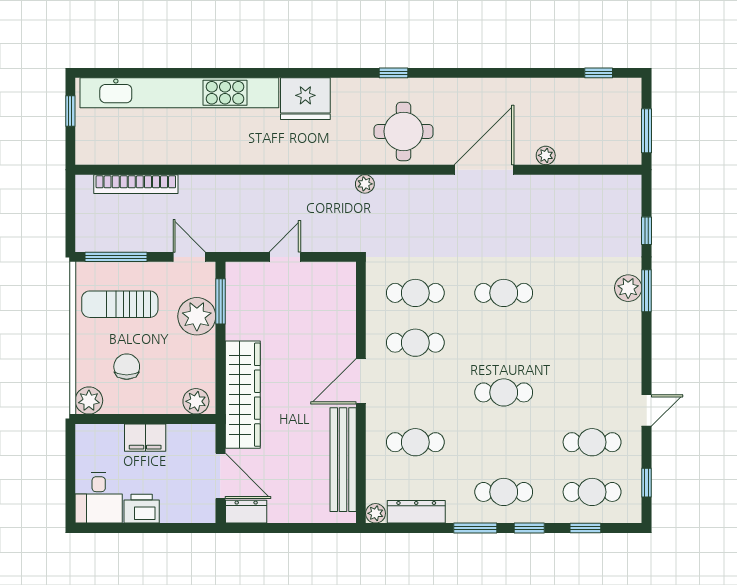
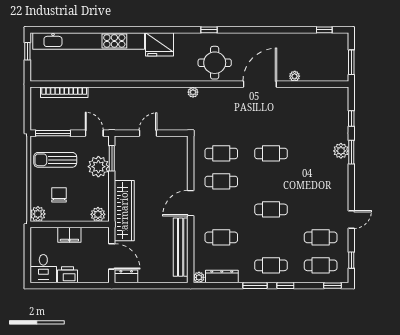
window: (585, 528) -> (332, 286), moved

